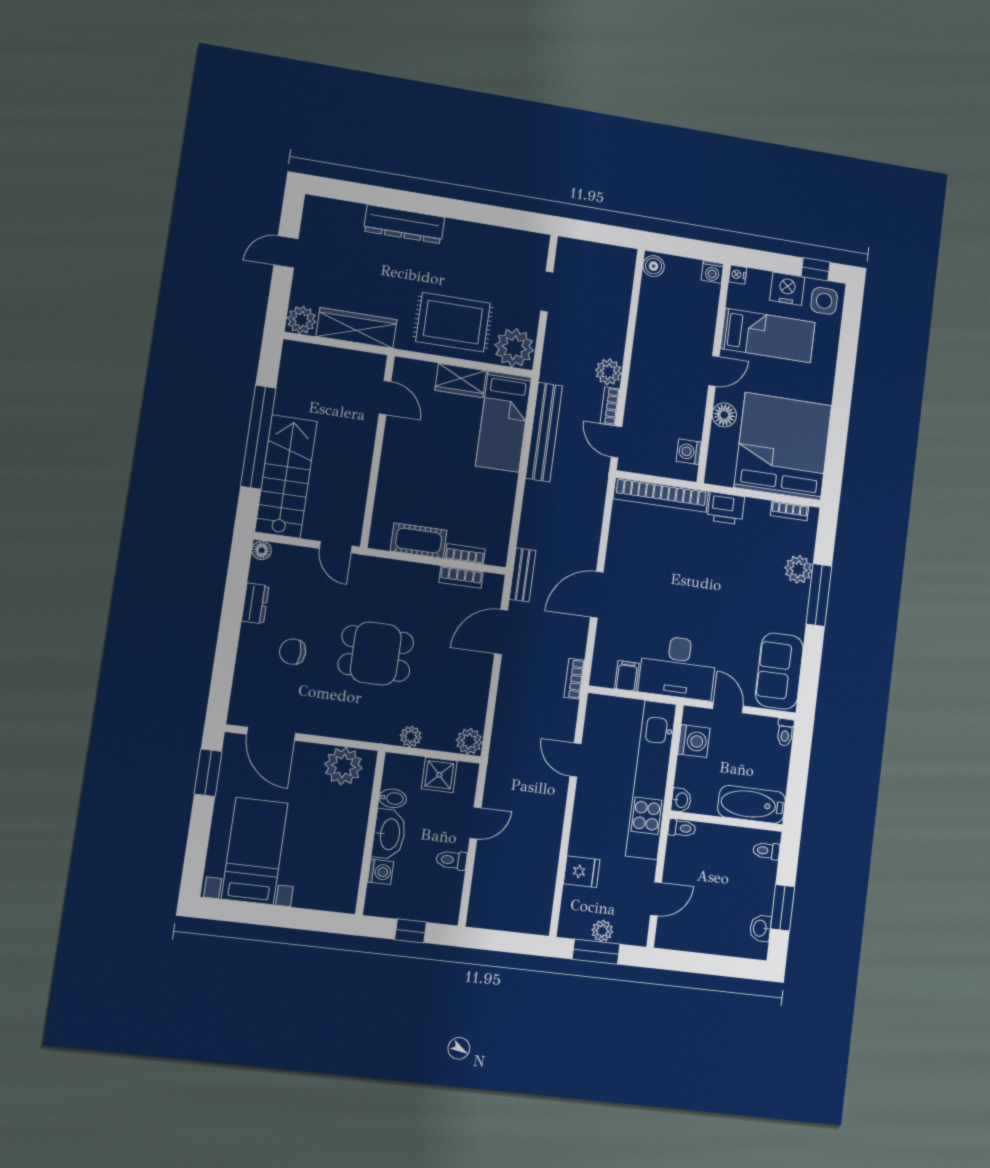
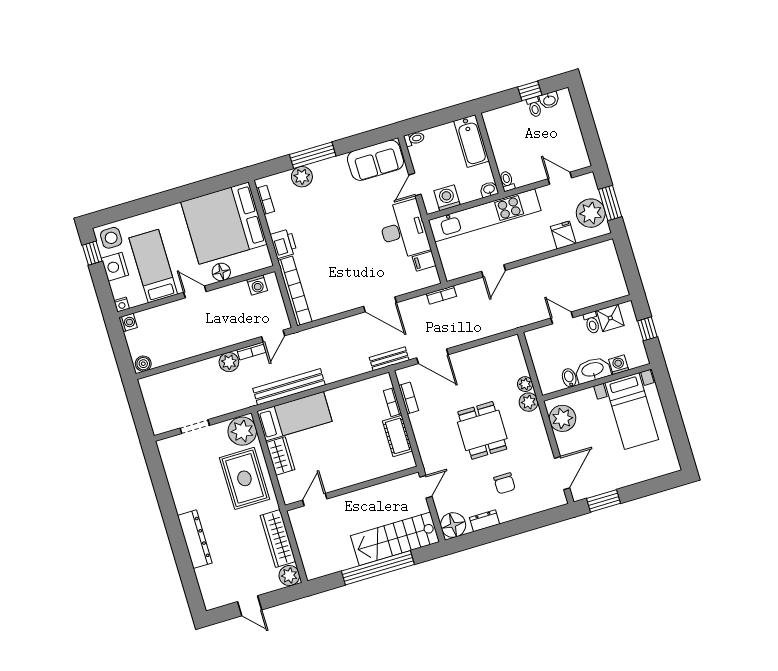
floor lamp: (262, 550) -> (453, 525), width x1.89, depth x1.89
plant: (469, 741) -> (529, 402), moved
shower: (439, 775) -> (610, 318), moved
bed with nightstands: (255, 851) -> (632, 411), moved, turned -90
toilet: (766, 851) -> (534, 107), moved
window: (783, 908) -> (530, 91), width x0.67
plant: (602, 931) -> (591, 213), width x1.88, depth x1.88

